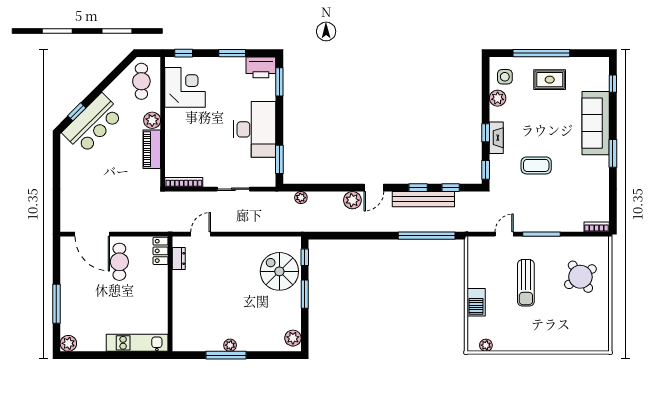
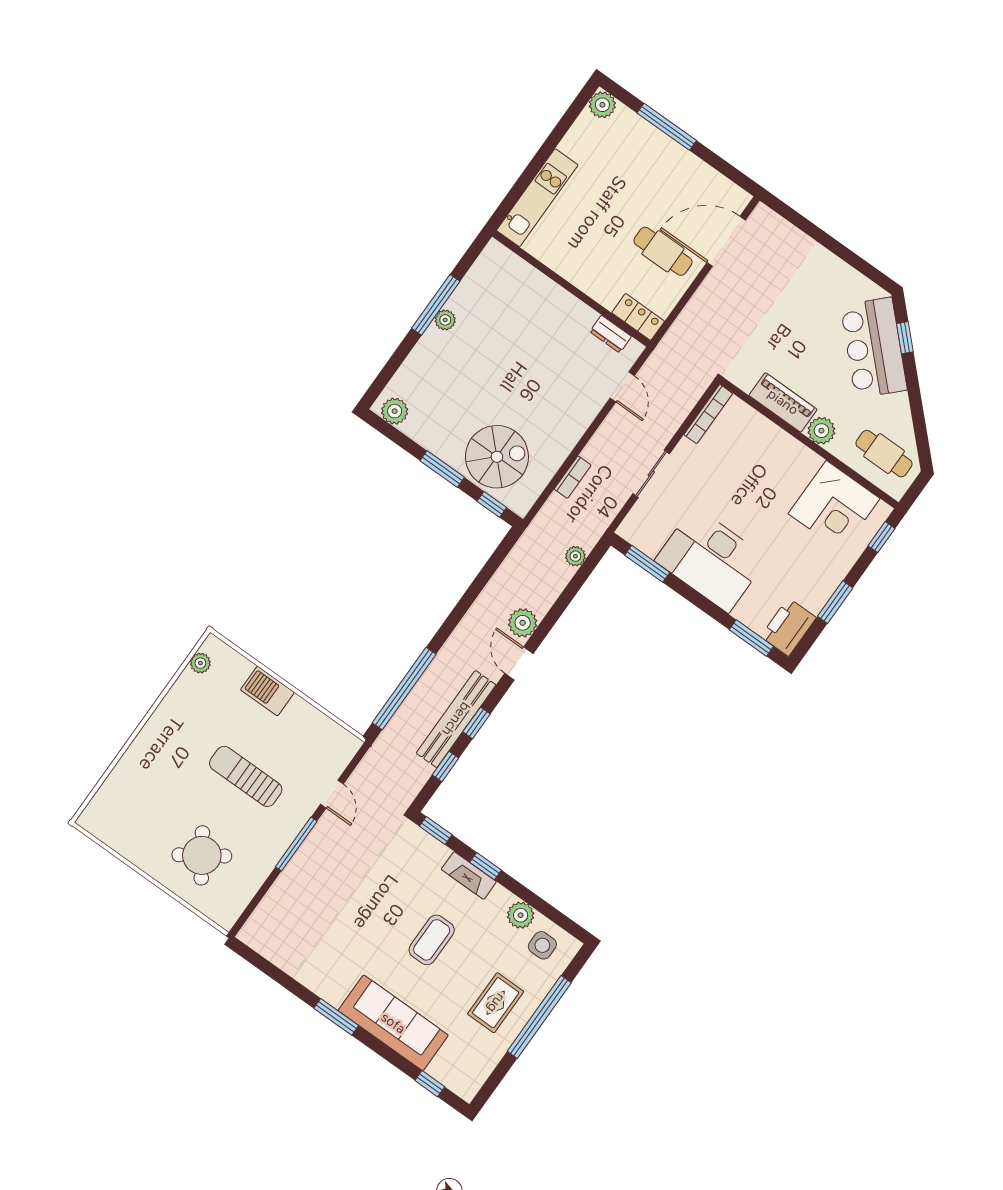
coffee table: (536, 165) -> (432, 940), moved
bookcase: (597, 227) -> (573, 477), moved

